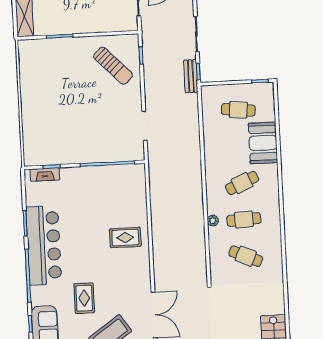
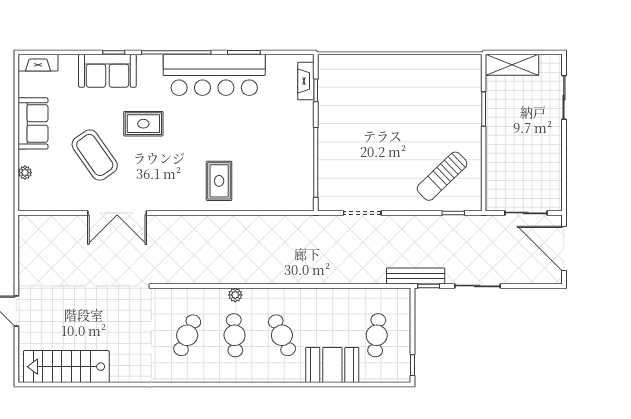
bench: (191, 76) -> (416, 276), width x1.36

